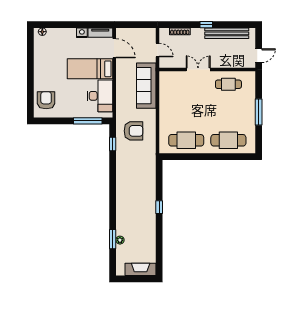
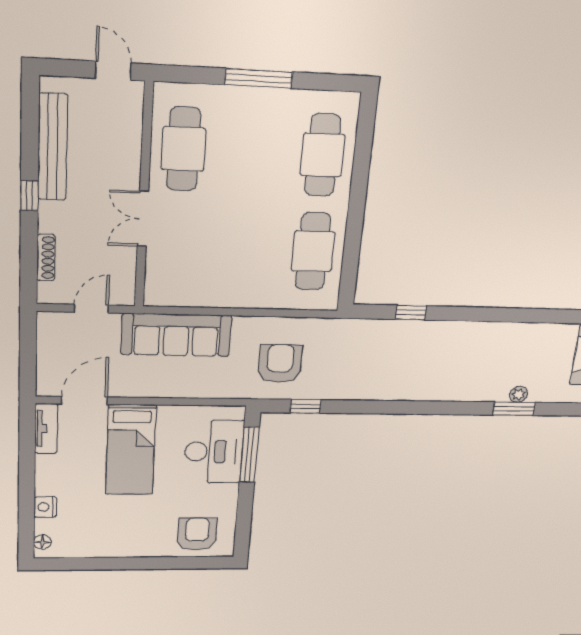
nightstand: (82, 33) -> (45, 507), moved
cafe table: (228, 84) -> (184, 149), width x1.37, depth x1.35
desk: (100, 96) -> (214, 452), moved, turned 90
armchair: (46, 100) -> (197, 534), turned 90
window: (159, 207) -> (411, 313), moved

